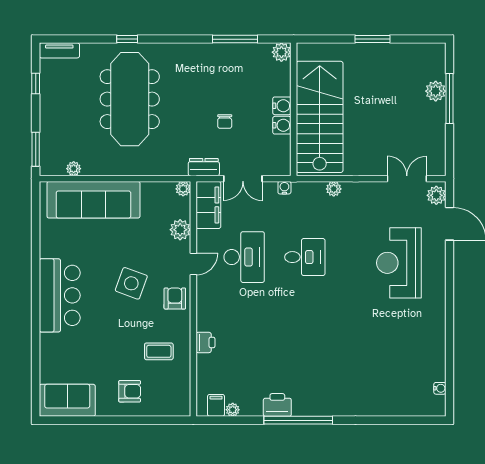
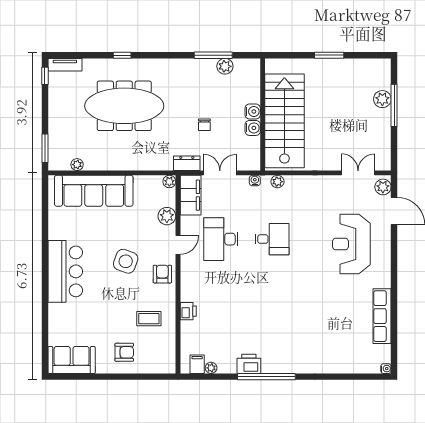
plant: (281, 52) -> (225, 66), moved
window: (36, 84) -> (45, 76), moved
meeting table: (130, 99) -> (124, 106), turned 90
double door: (243, 179) -> (220, 173), swing flipped
plant: (334, 189) -> (277, 182), moved
desk: (244, 257) -> (221, 239), turned 180
row of seats: (435, 348) -> (382, 316), added
water cooler: (440, 388) -> (386, 369), moved

